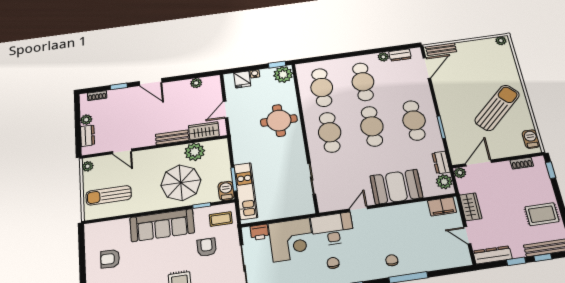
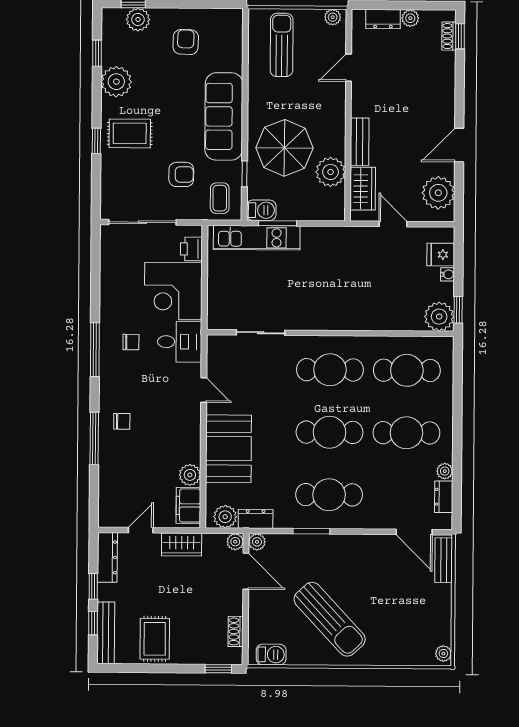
door: (151, 82) -> (459, 145), moved
plant: (196, 83) -> (438, 193), width x1.87, depth x1.87
window: (119, 86) -> (460, 36), moved
round table: (279, 121) -> (362, 299), removed
plant: (457, 159) -> (257, 542), added
plant: (420, 209) -> (190, 475), added
desk: (333, 229) -> (180, 342), width x0.73

